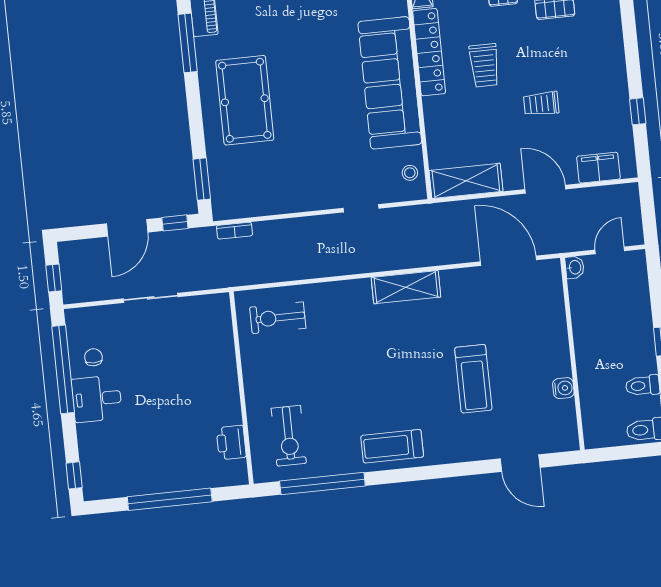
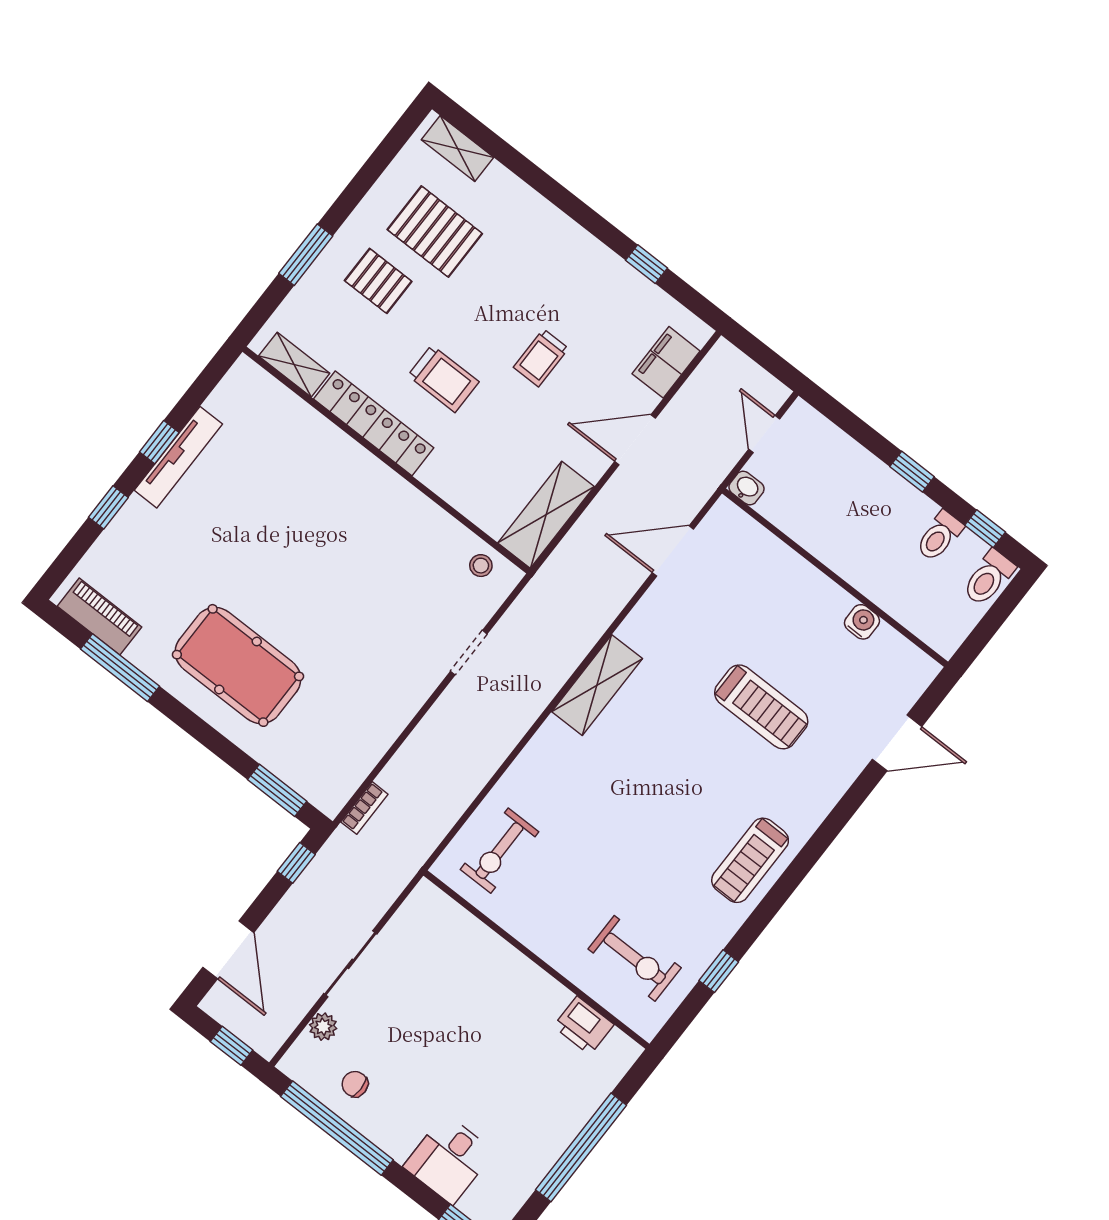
sofa: (390, 83) -> (366, 496), removed
door: (127, 228) -> (228, 950), moved
door: (508, 261) -> (673, 551), width x0.73
plant: (107, 314) -> (323, 1027), added
desk: (97, 399) -> (449, 1159), moved
window: (322, 484) -> (719, 971), width x0.32

